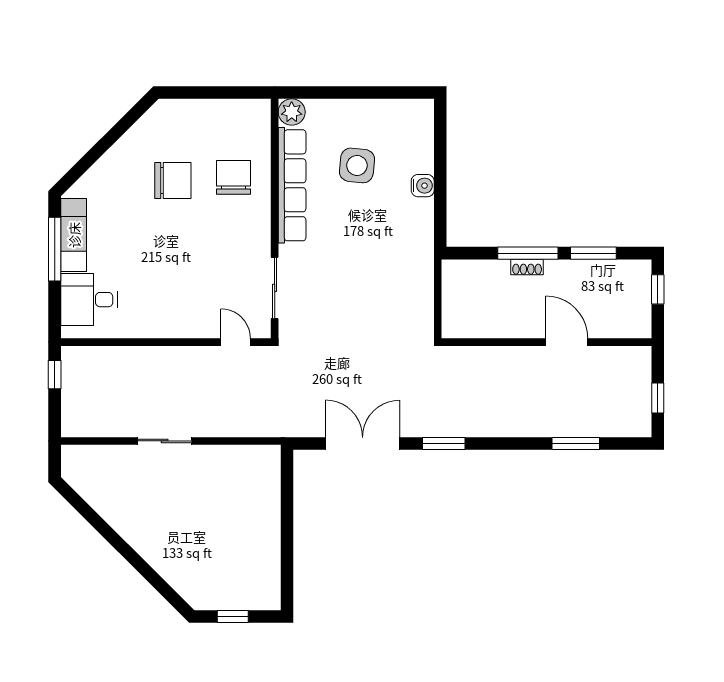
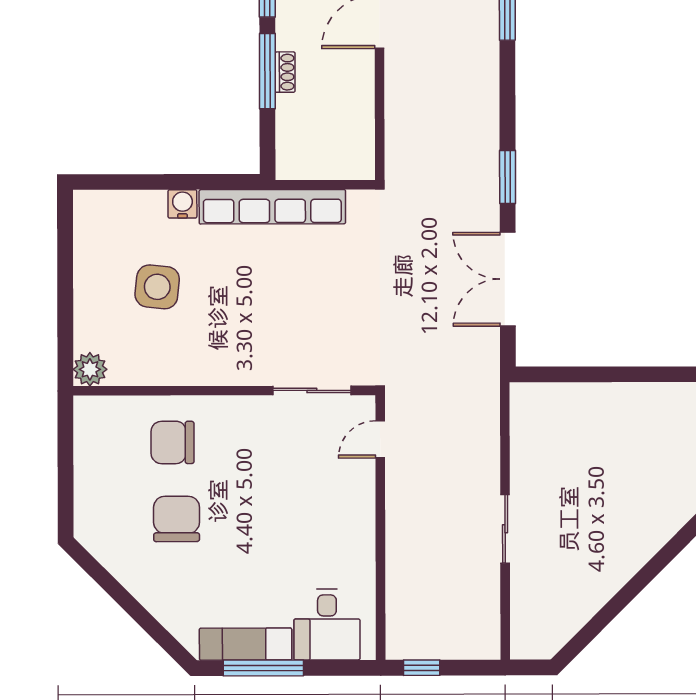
row of seats: (292, 185) -> (272, 207), moved, turned 180

